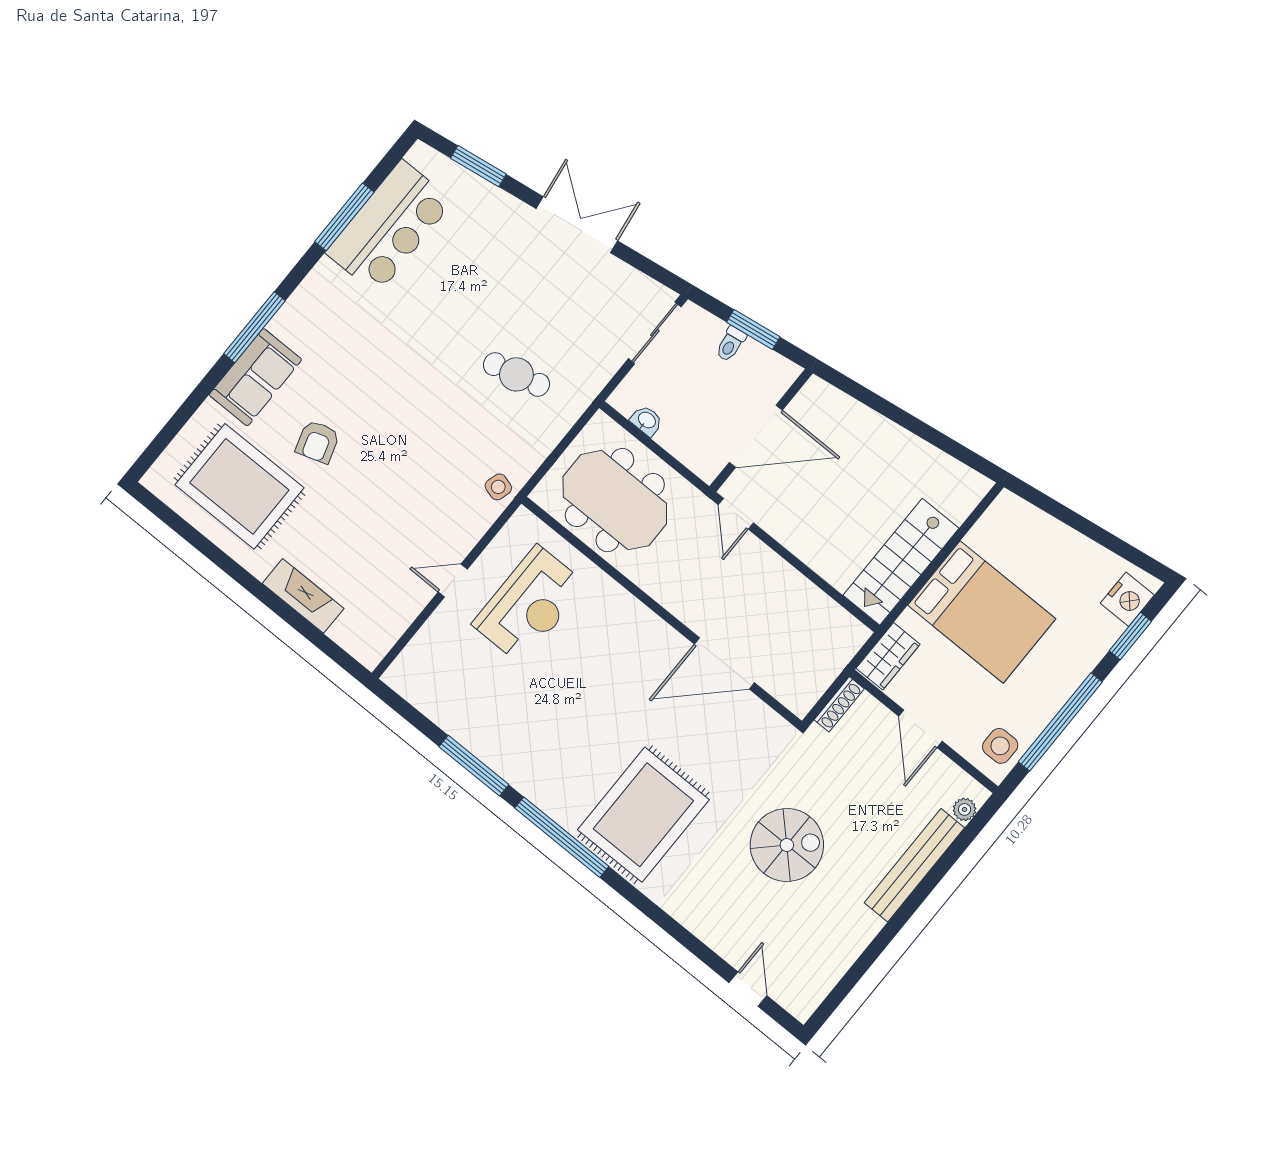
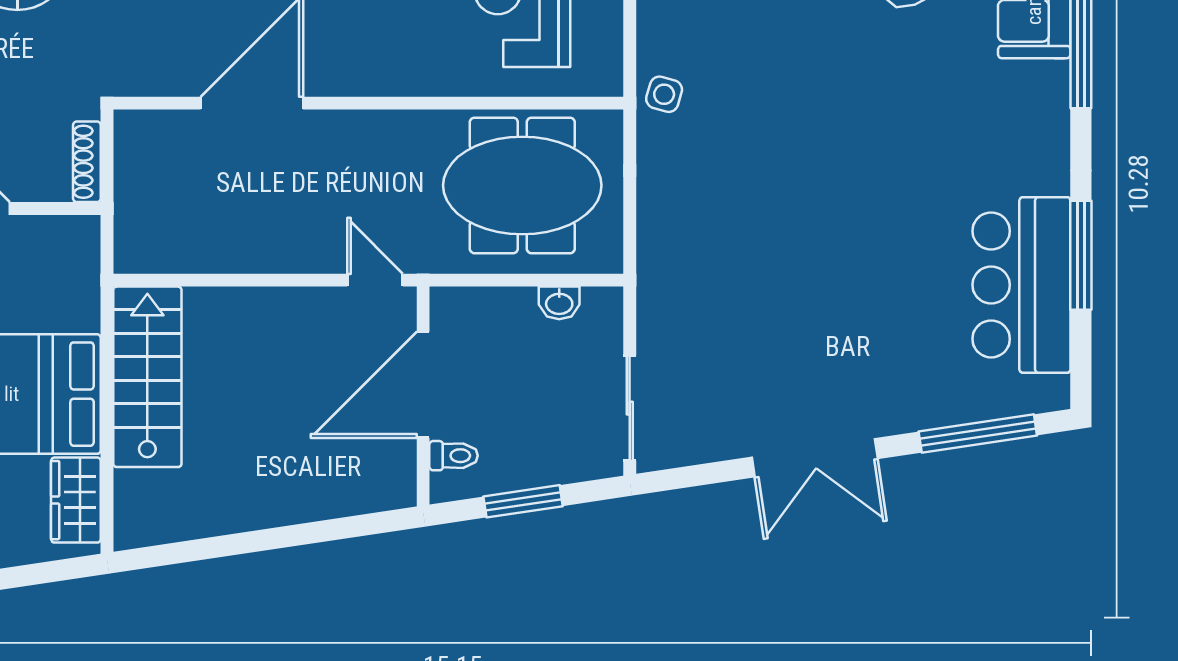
window: (478, 166) -> (978, 433), width x1.44
toilet: (731, 344) -> (454, 456), moved, turned 98
cafe table: (516, 374) -> (746, 236), removed
wardrobe: (888, 656) -> (76, 500), moved

